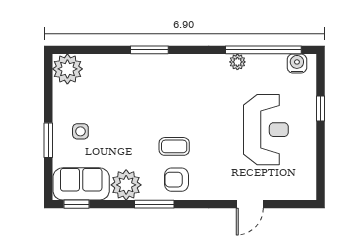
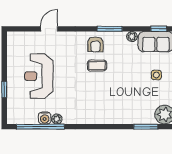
window: (149, 50) -> (146, 127), moved
water cooler: (297, 64) -> (45, 118), moved
armchair: (176, 180) -> (95, 44), turned 90
plant: (126, 185) -> (132, 37), width x0.53, depth x0.53

